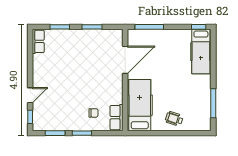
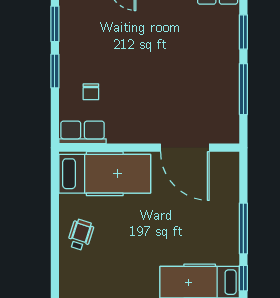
window: (92, 27) -> (243, 89), width x1.44
window: (149, 27) -> (243, 228), moved

